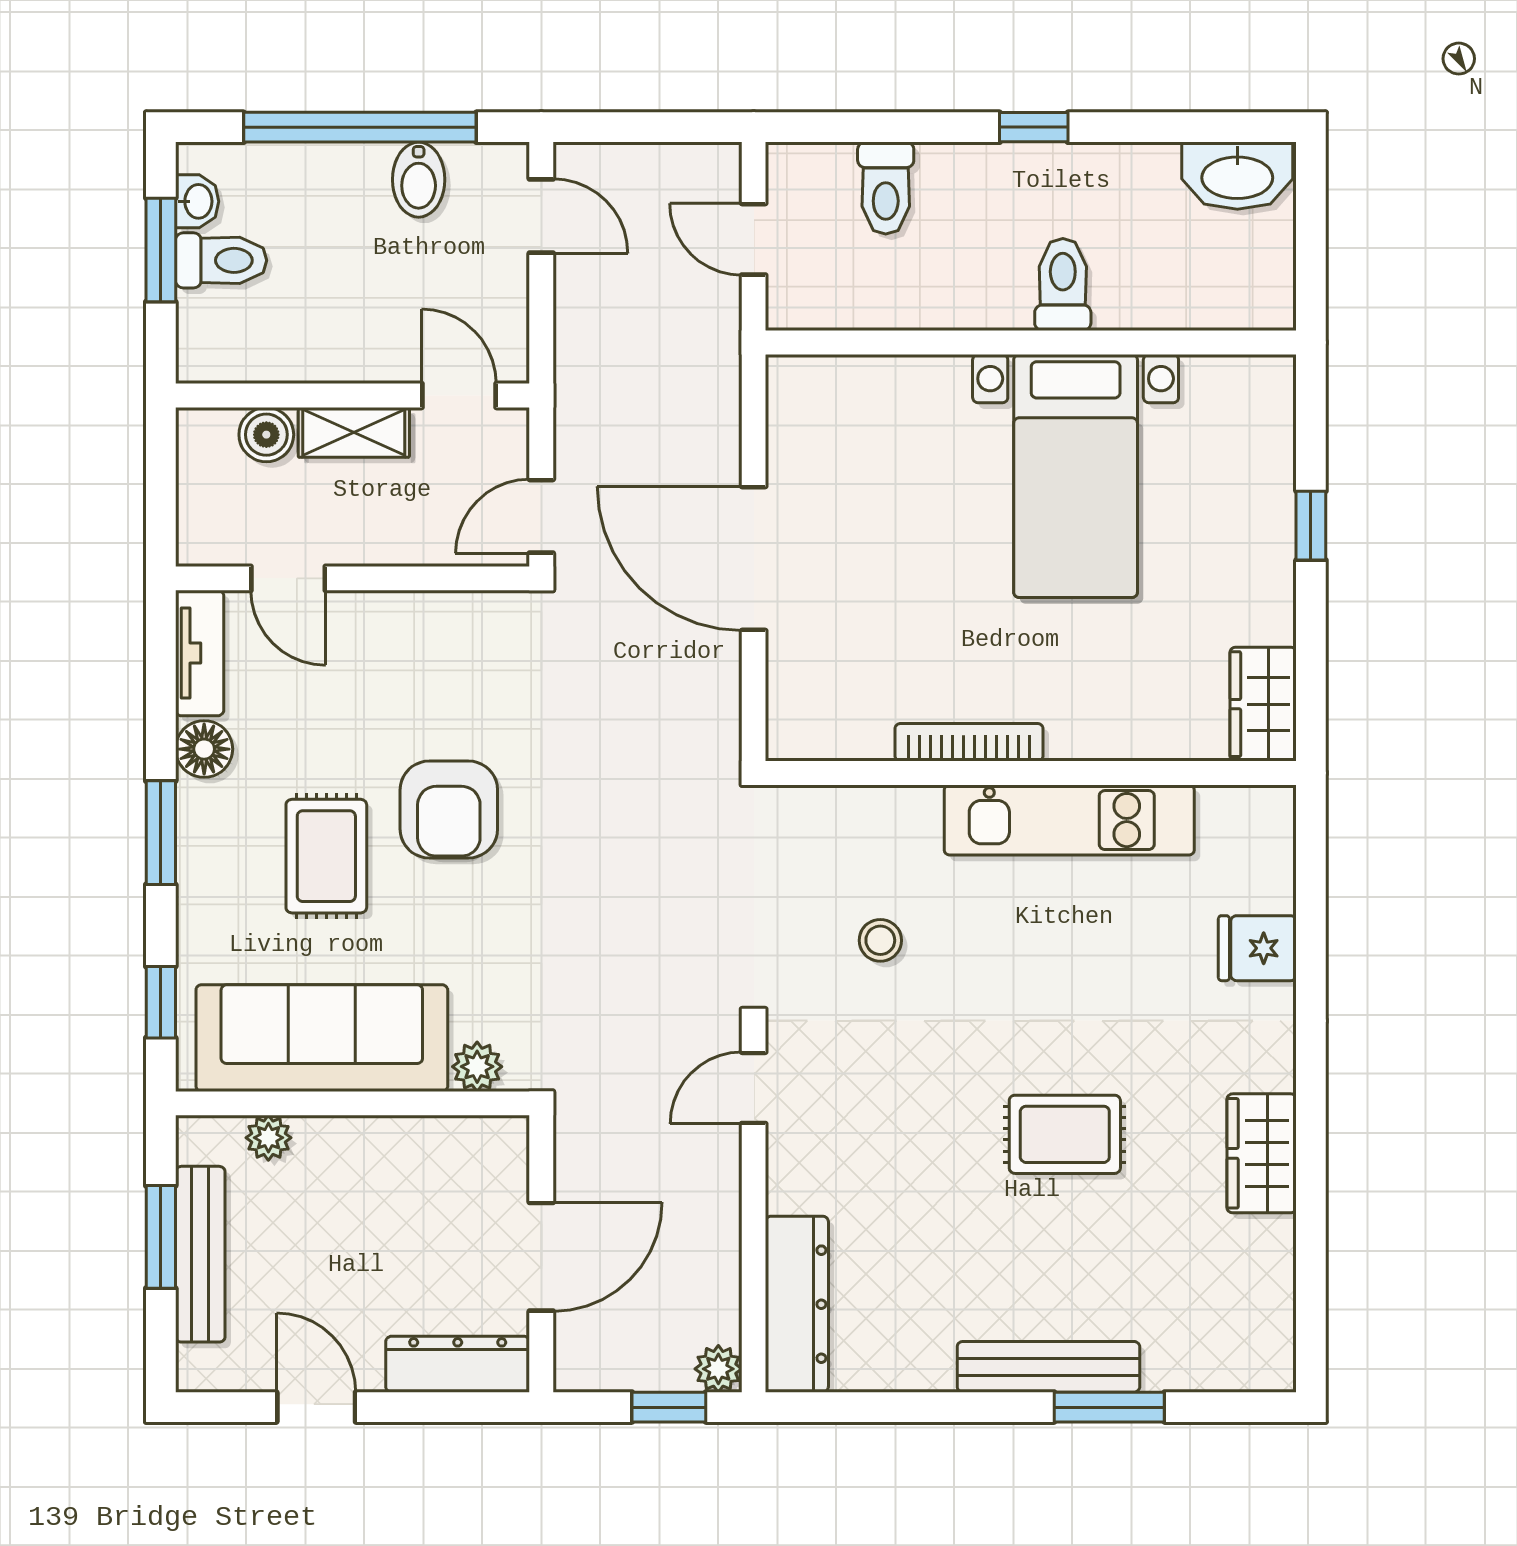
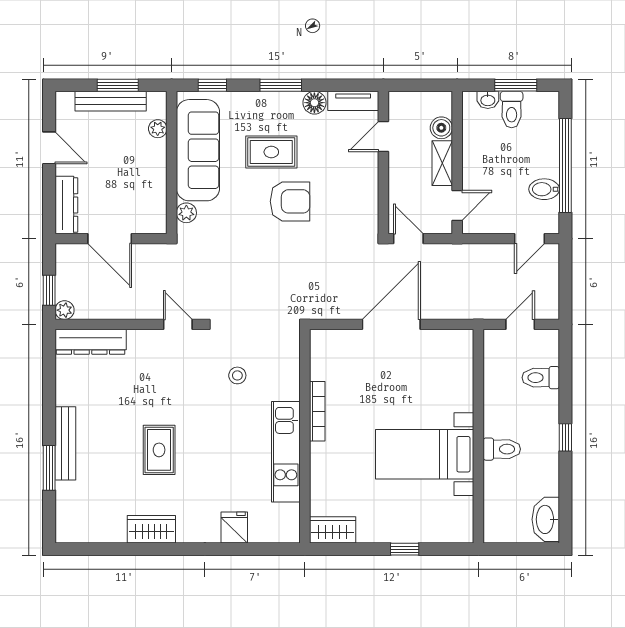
washbasin: (197, 201) -> (488, 100), moved
armchair: (449, 810) -> (290, 201), turned 180
door: (316, 1407) -> (49, 148), hinge flipped

